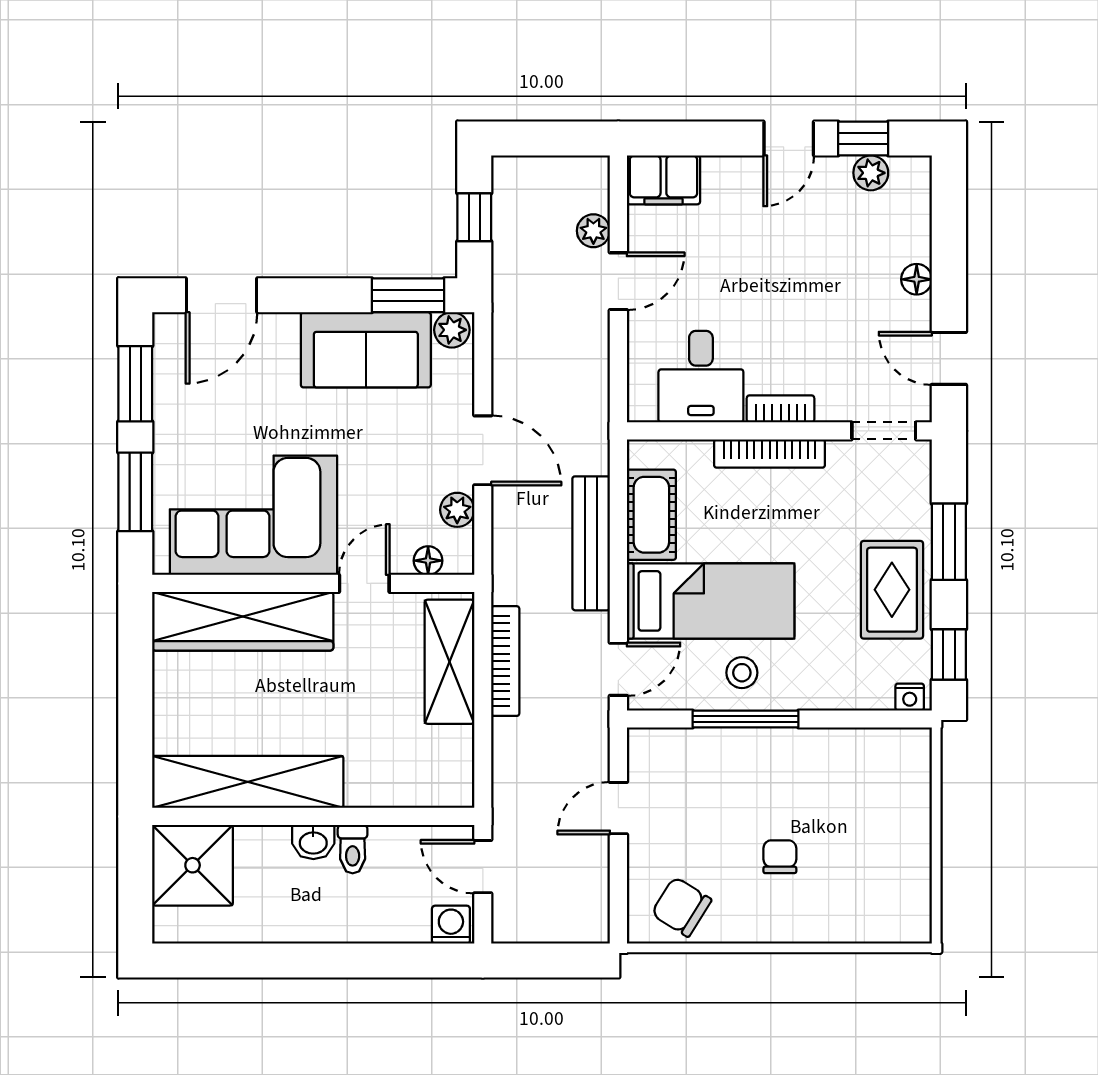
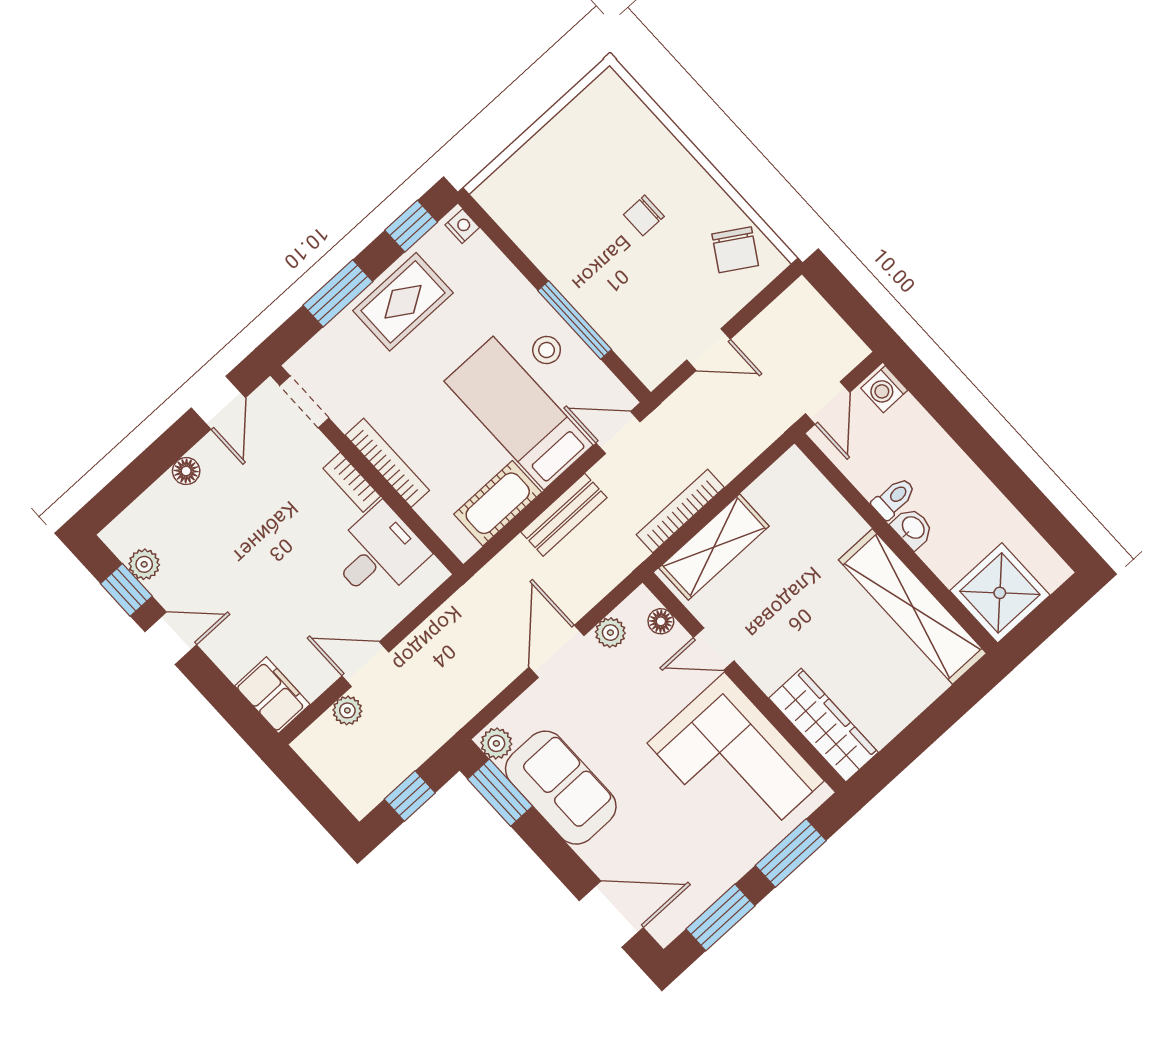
bench: (591, 543) -> (564, 515), width x0.73
wardrobe: (243, 621) -> (824, 725), width x0.71, depth x0.85

